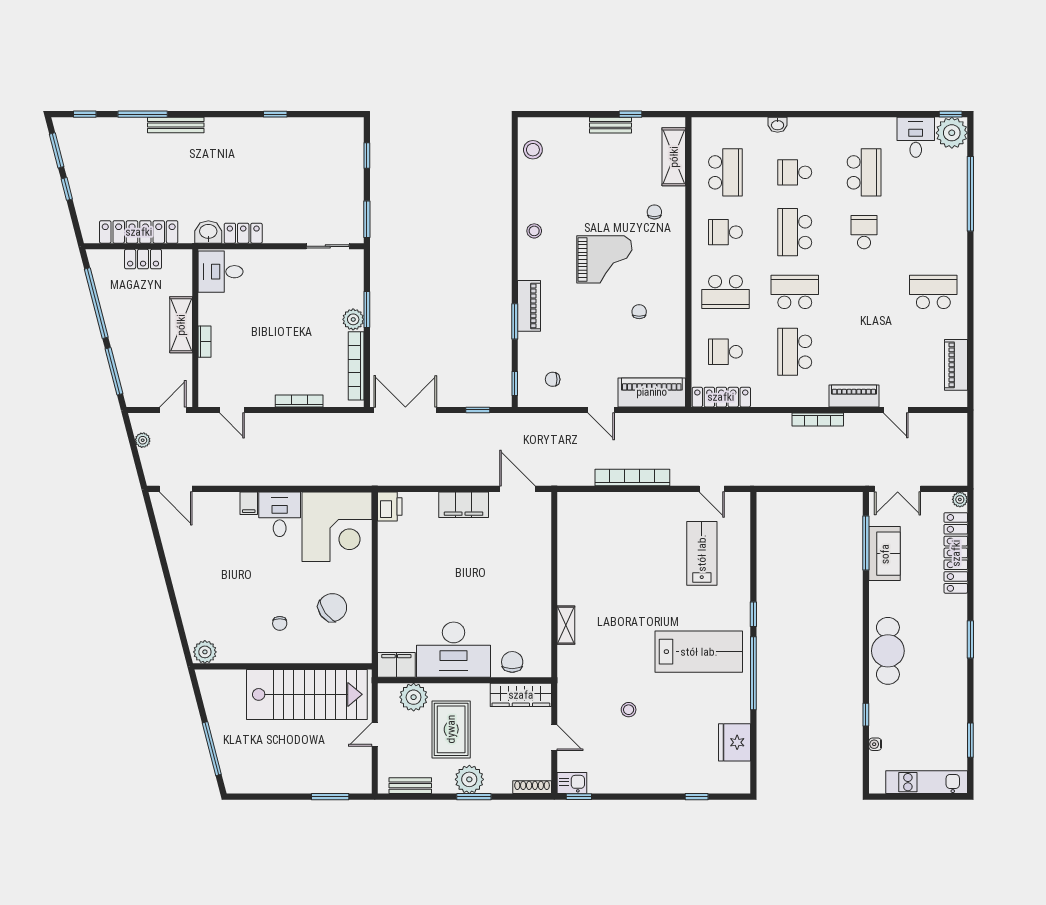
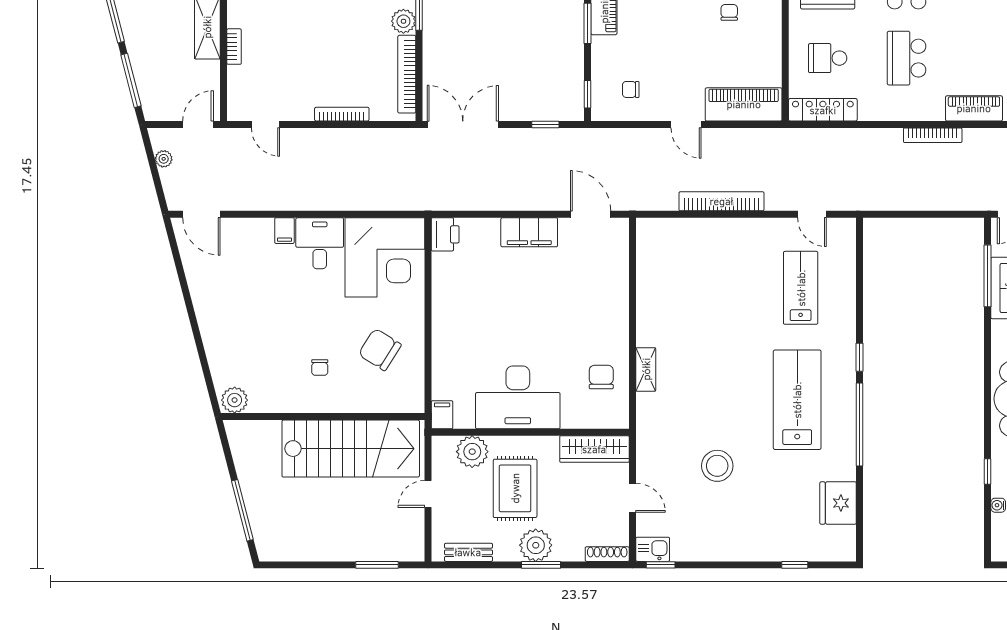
chair: (332, 608) -> (380, 350), turned -112
lab bench: (699, 652) -> (797, 400), turned -90
chair: (512, 662) -> (601, 377), moved
filing cabinet: (396, 665) -> (442, 415), width x0.50
stool: (629, 710) -> (717, 466), width x1.89, depth x1.89

